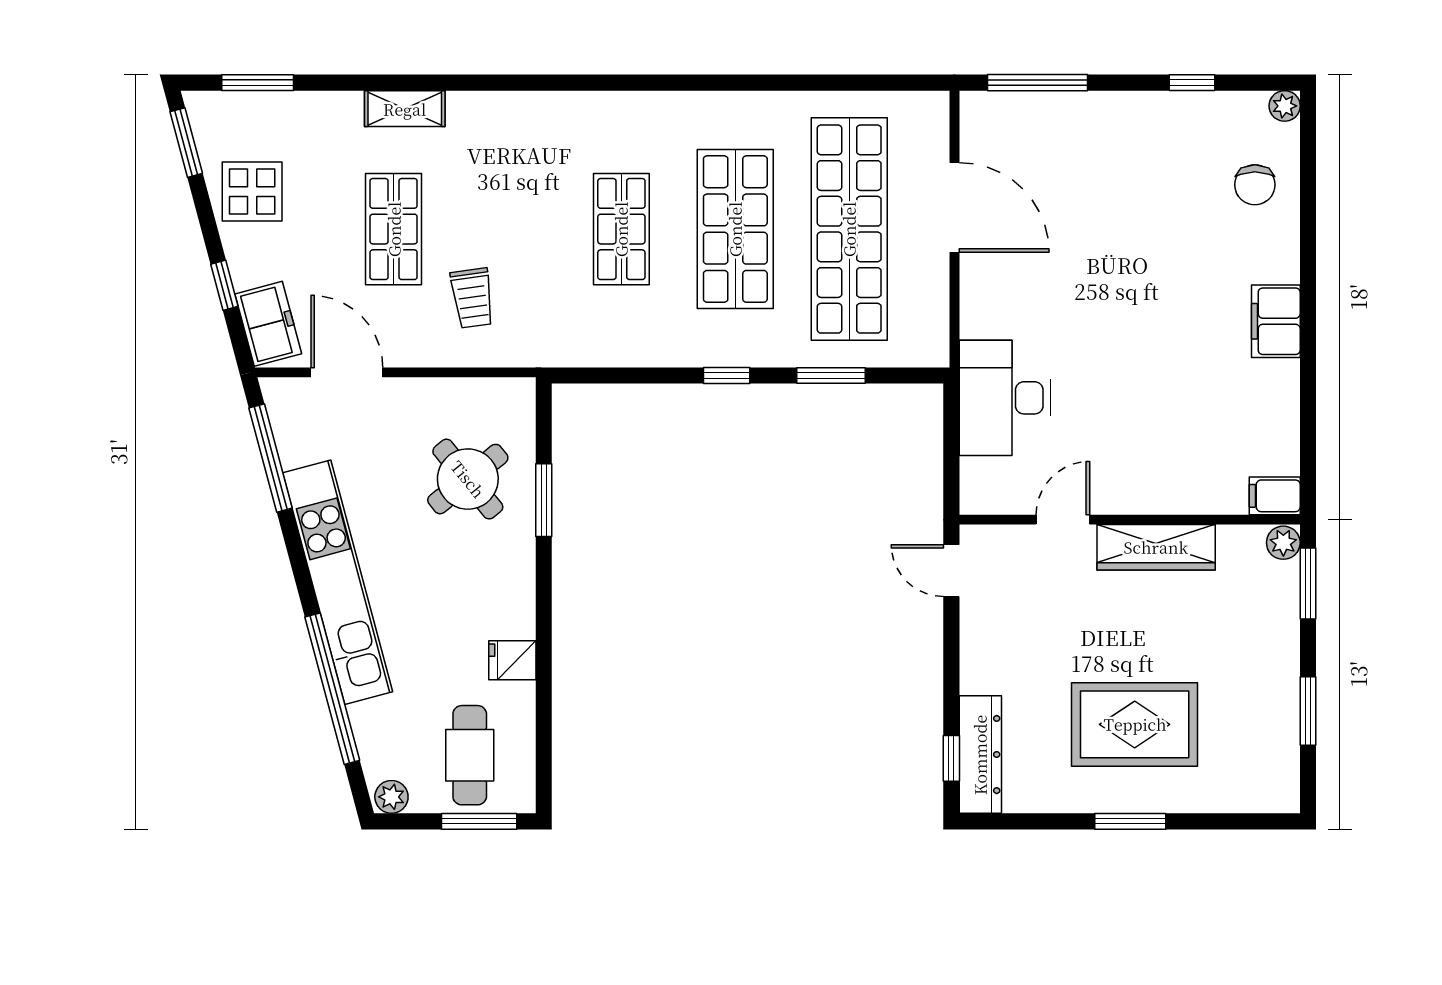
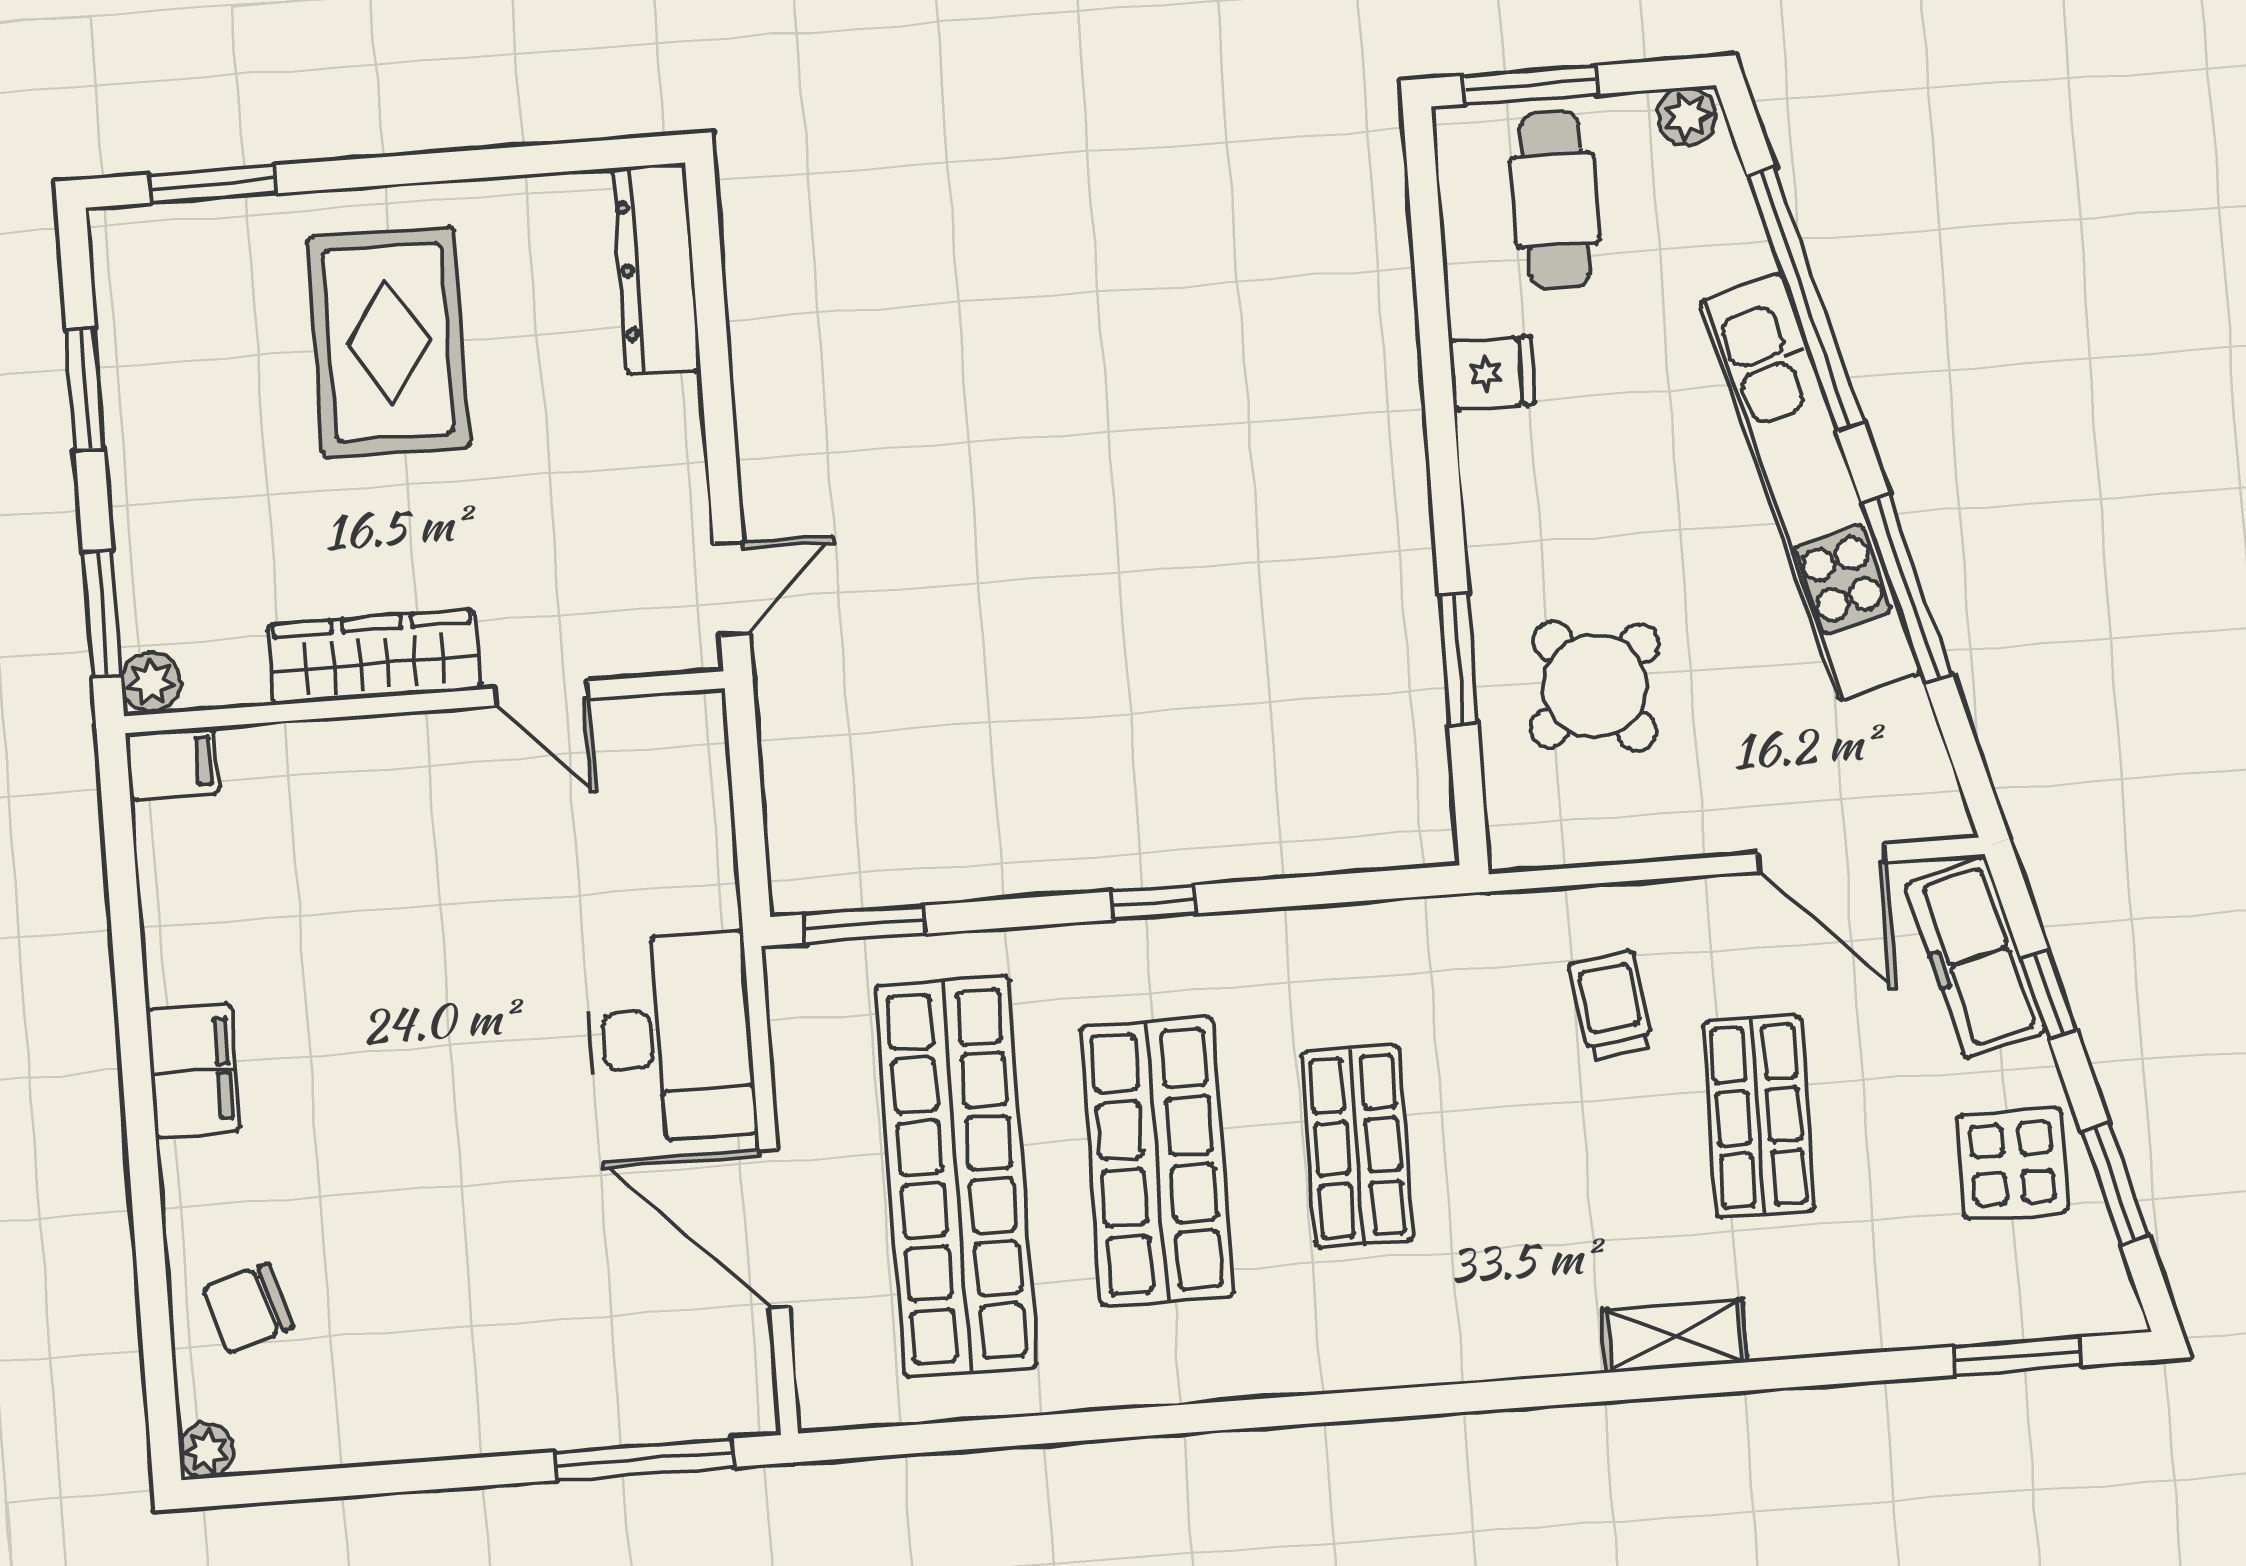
window: (1192, 83) -> (372, 1480), removed
shelving: (405, 109) -> (1674, 1336), moved
window: (186, 143) -> (2115, 1184), moved
chair: (1255, 185) -> (248, 1308), turned -108
freezer: (268, 324) -> (1975, 958), width x1.40
window: (831, 376) -> (864, 924), moved
desk: (1005, 398) -> (671, 1038), moved
window: (271, 458) -> (1907, 589), moved
door: (1063, 520) -> (542, 693), hinge flipped
door: (951, 571) -> (731, 589), hinge flipped
rug: (1135, 724) -> (389, 342), turned 90
window: (951, 758) -> (707, 258), removed
window: (1130, 821) -> (212, 184), moved

